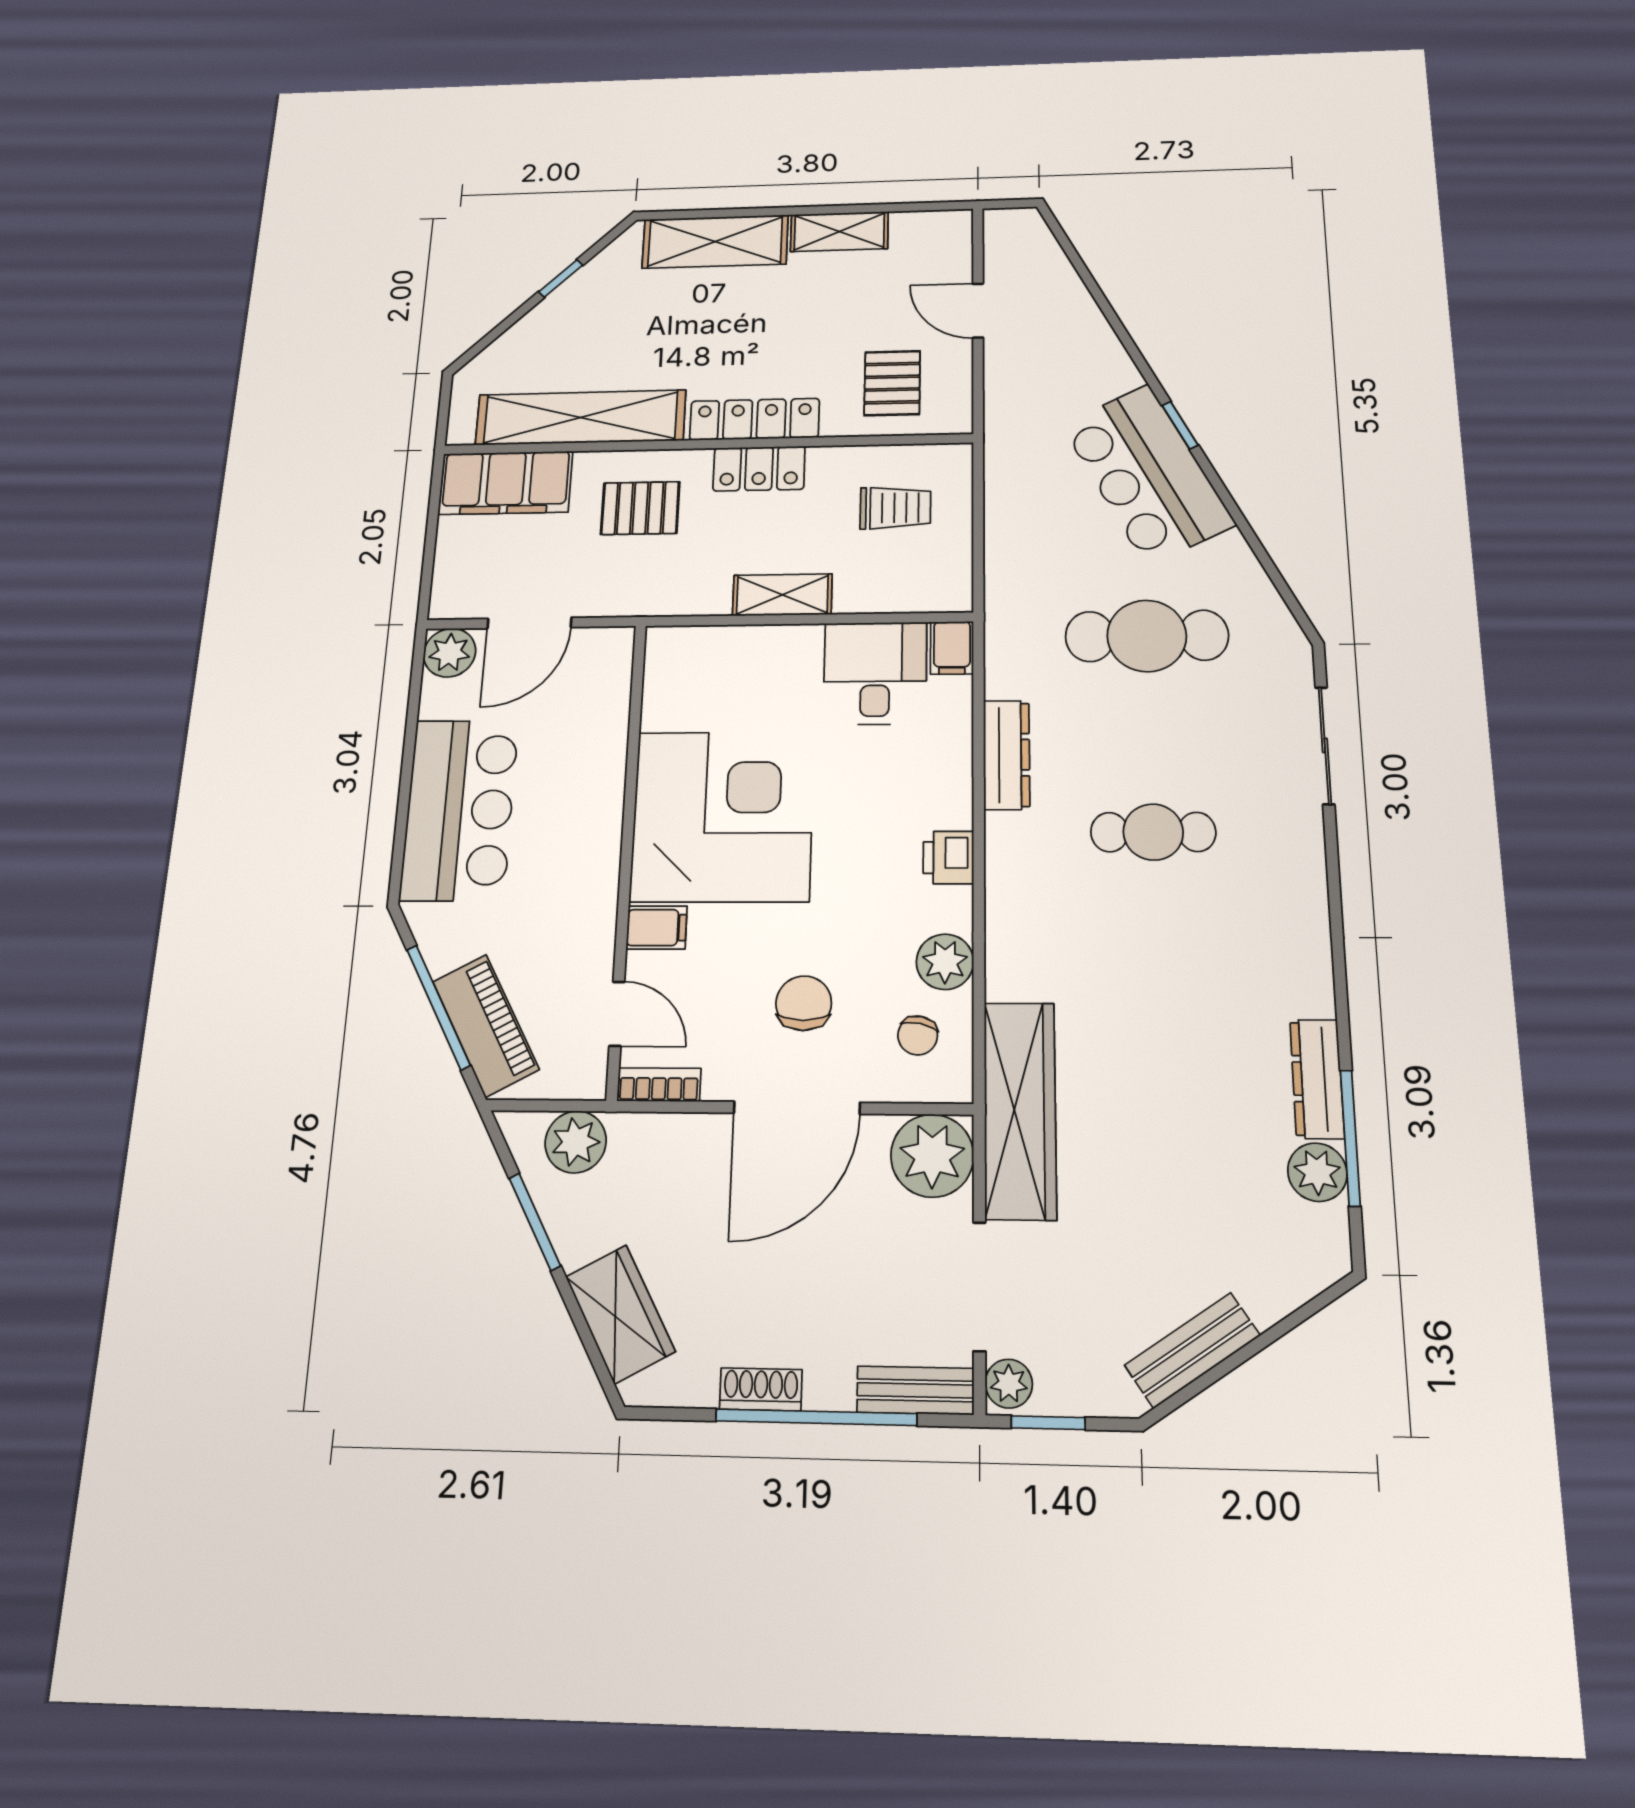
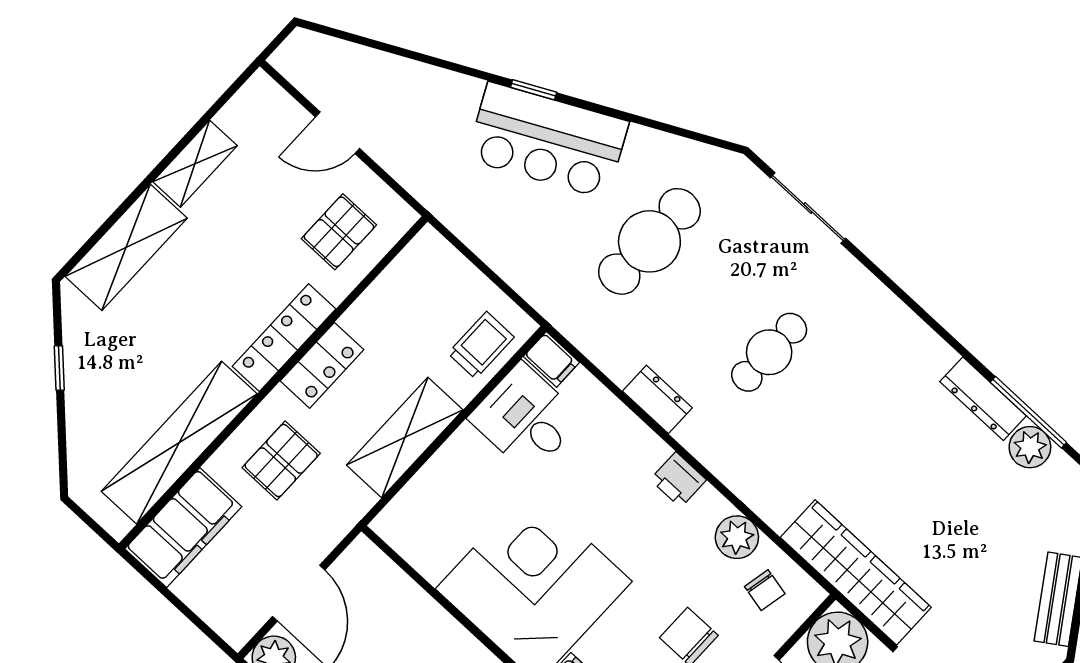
pallet: (892, 383) -> (339, 232), turned 90
trolley: (895, 508) -> (481, 345), moved
shelving: (782, 595) -> (405, 437), width x1.50, depth x1.33
dresser: (1007, 755) -> (657, 399), width x0.70

